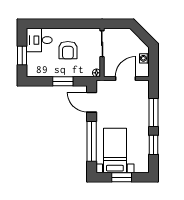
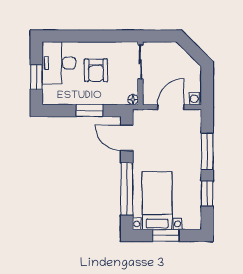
desk: (39, 40) -> (59, 63), width x1.37
washing machine: (144, 58) -> (195, 99), moved

